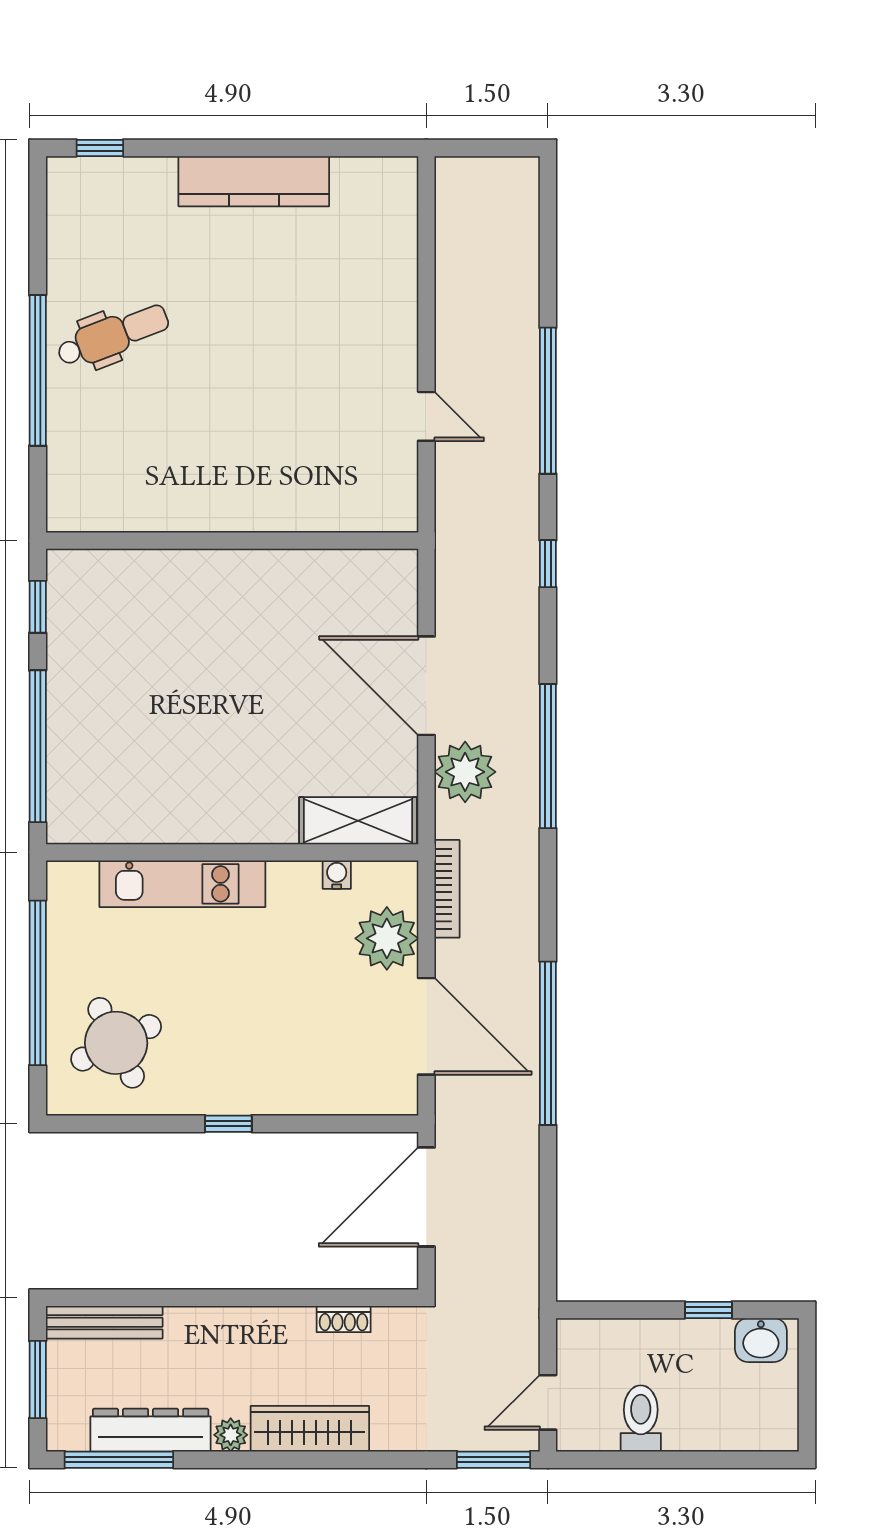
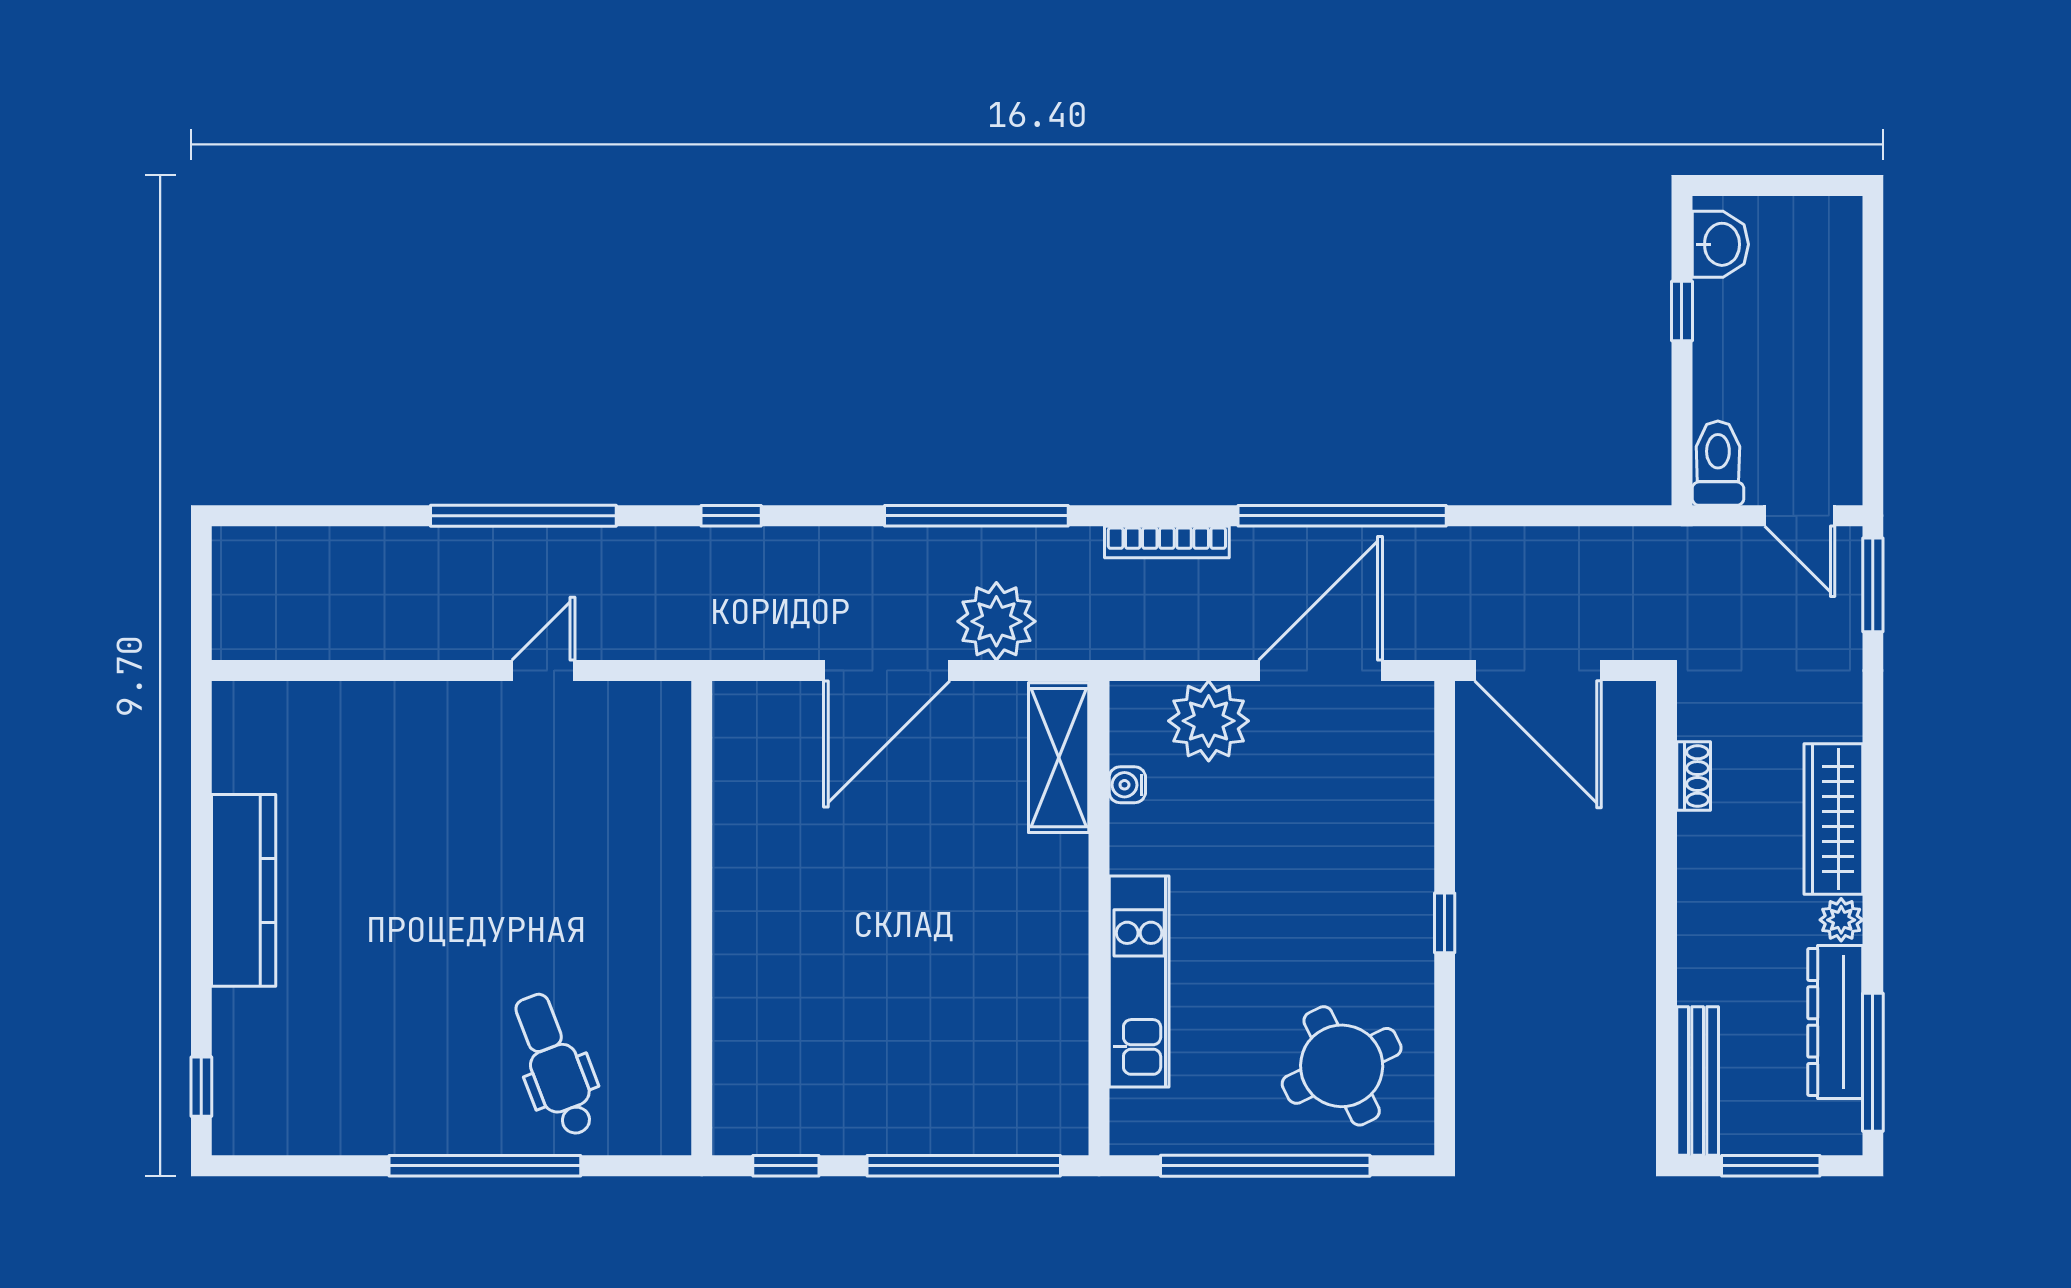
dental chair: (113, 336) -> (555, 1065), moved
bookcase: (447, 889) -> (1167, 542), moved, turned 180
toilet: (641, 1418) -> (1718, 463), moved, turned 90

